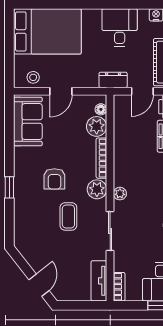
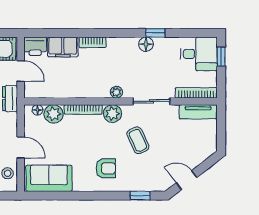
armchair: (54, 179) -> (106, 168), moved
window: (9, 187) -> (140, 196), moved
coffee table: (68, 216) -> (138, 140), turned 65
door: (39, 285) -> (187, 180), moved
bookcase: (119, 287) -> (196, 93), width x1.56

